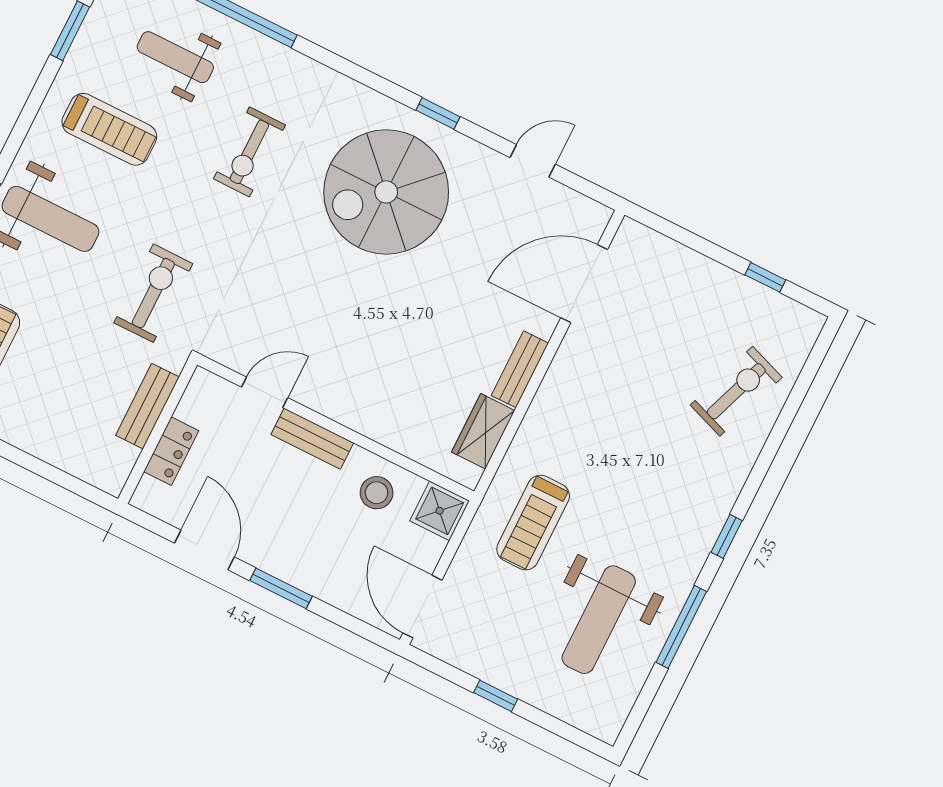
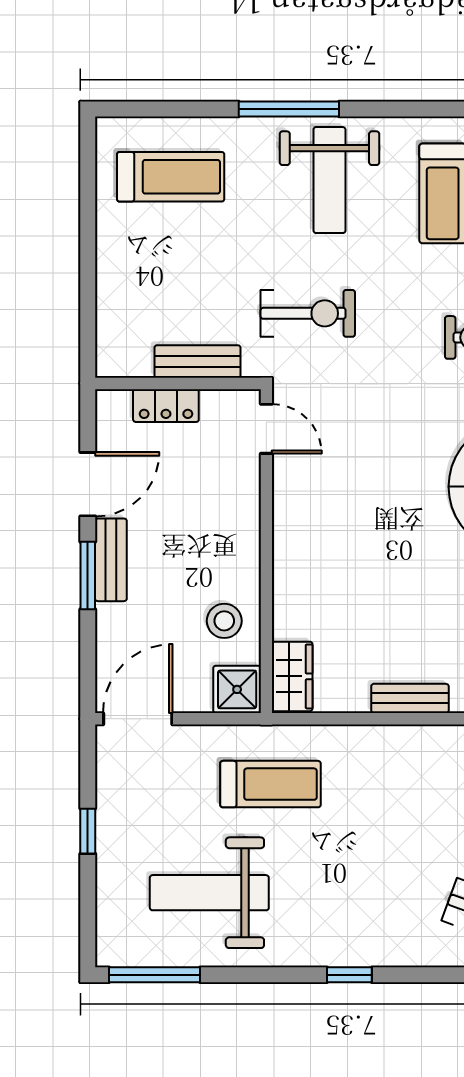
door: (265, 392) -> (266, 429), moved
wardrobe: (483, 431) -> (292, 676), moved, turned 90
bench: (312, 439) -> (111, 560), moved
treadmill: (533, 523) -> (270, 784), turned 180
window: (681, 627) -> (155, 975), moved

